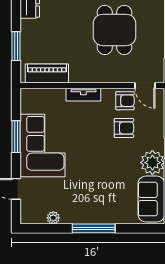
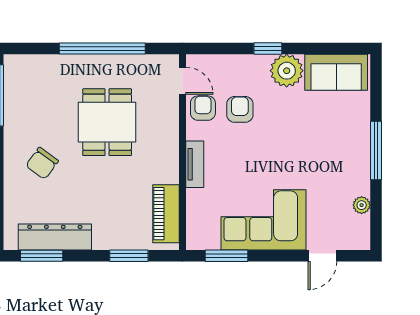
dining table: (114, 30) -> (107, 122), turned 90
door: (145, 86) -> (182, 81), hinge flipped
window: (16, 137) -> (227, 256), moved

